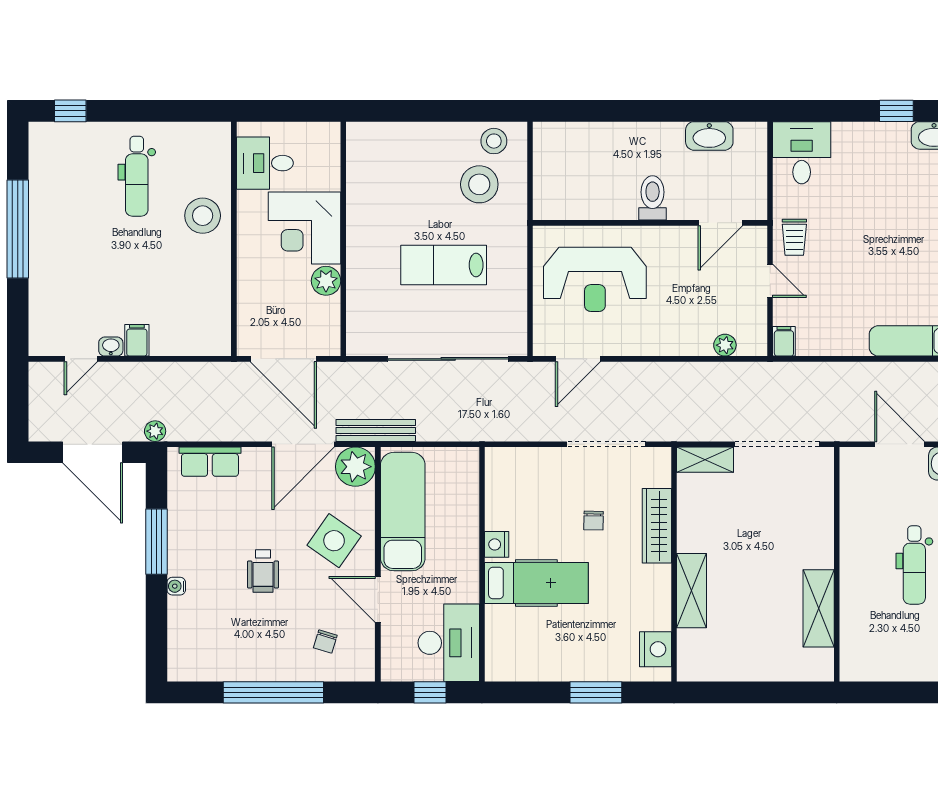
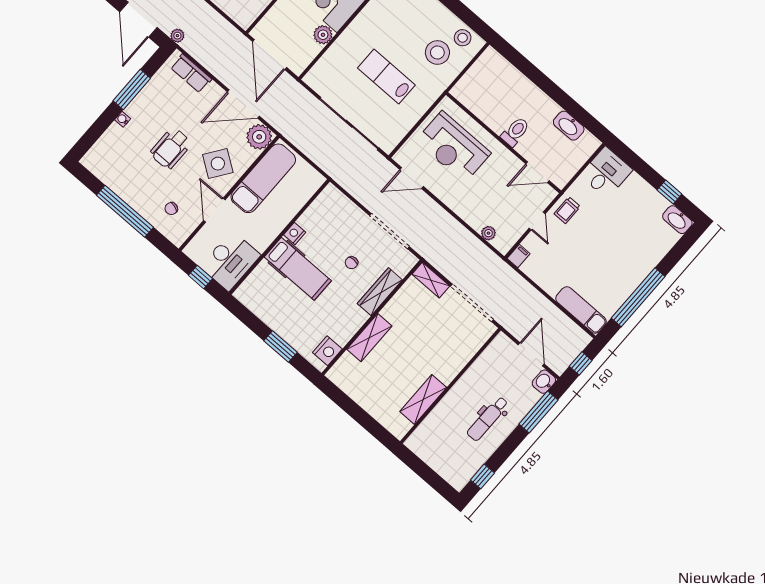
bench: (376, 431) -> (284, 128), removed
wheelchair: (263, 571) -> (171, 148), width x1.36, depth x1.37

